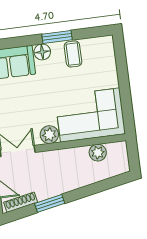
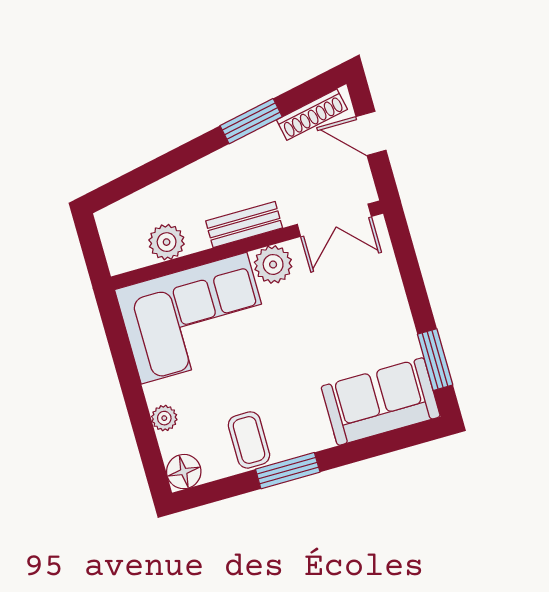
floor lamp: (42, 52) -> (184, 472), moved
plant: (111, 70) -> (164, 418), added
bench: (60, 155) -> (244, 224), added

